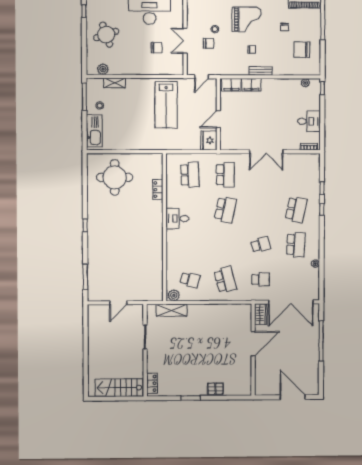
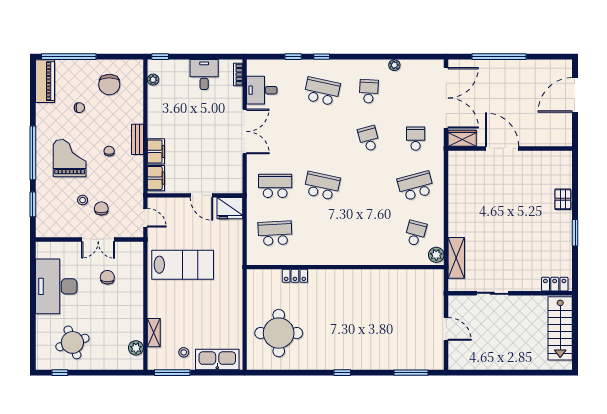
round table: (106, 35) -> (72, 342), moved
desk: (177, 218) -> (262, 90), moved, turned 90
school desk: (296, 245) -> (369, 91), width x0.54

